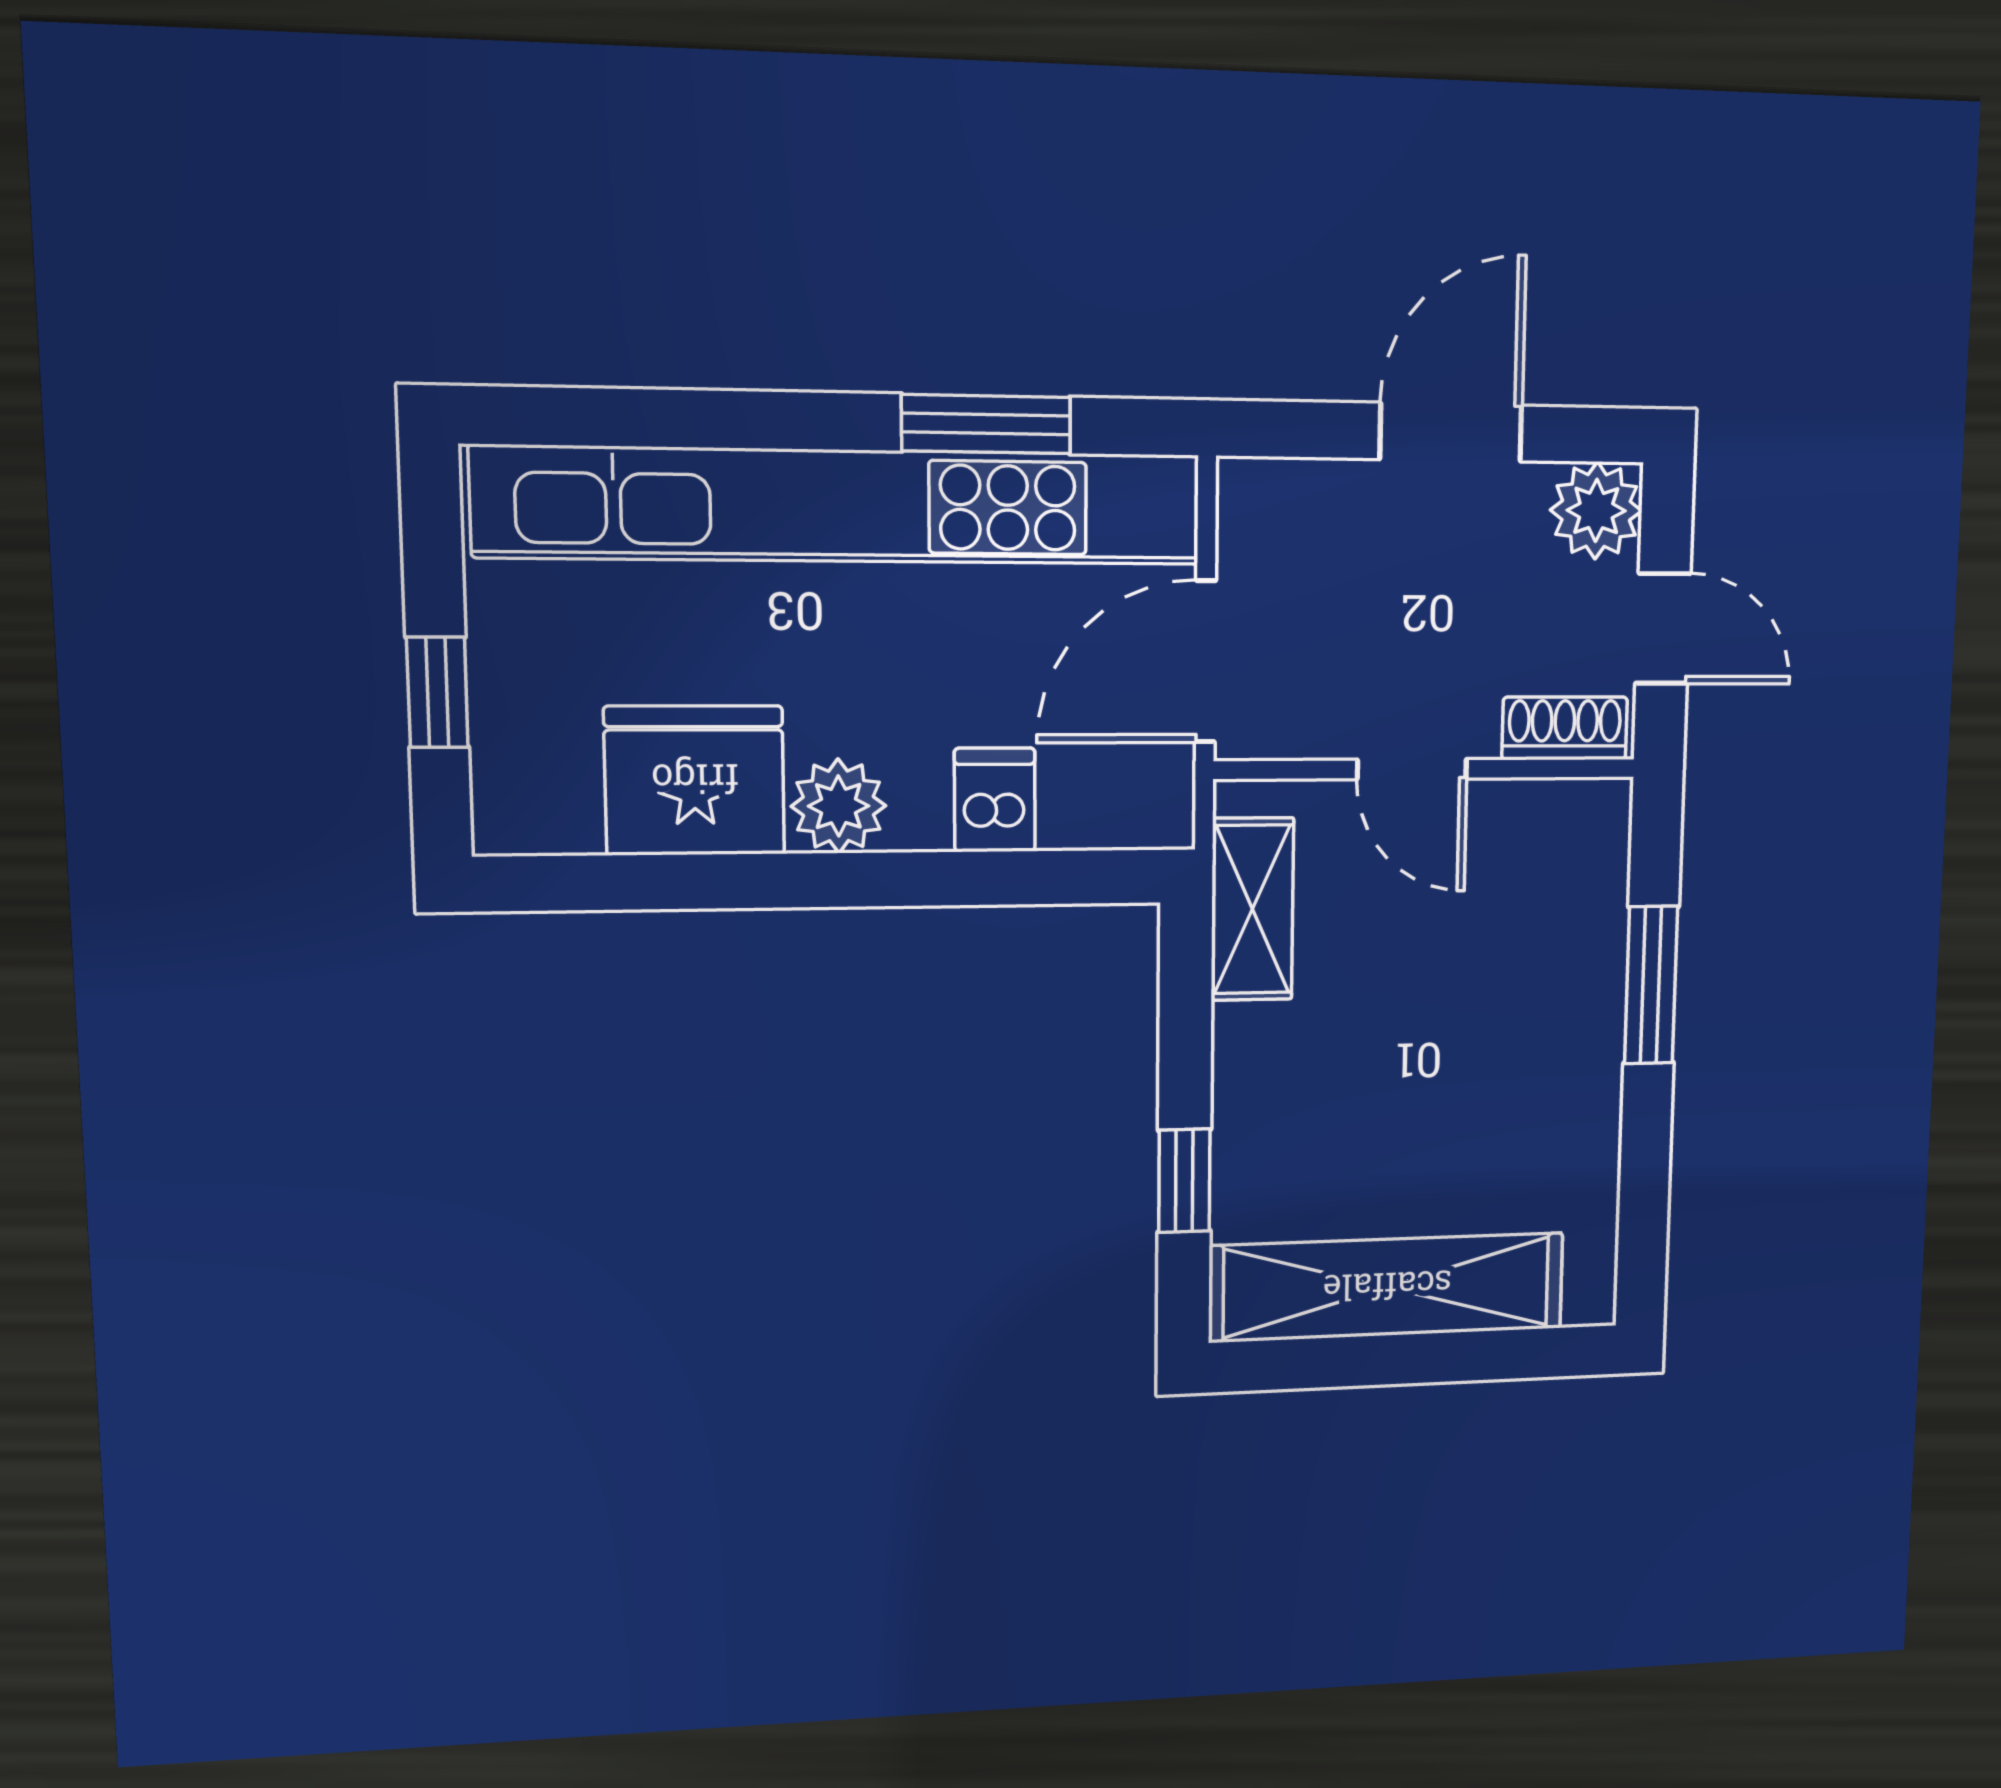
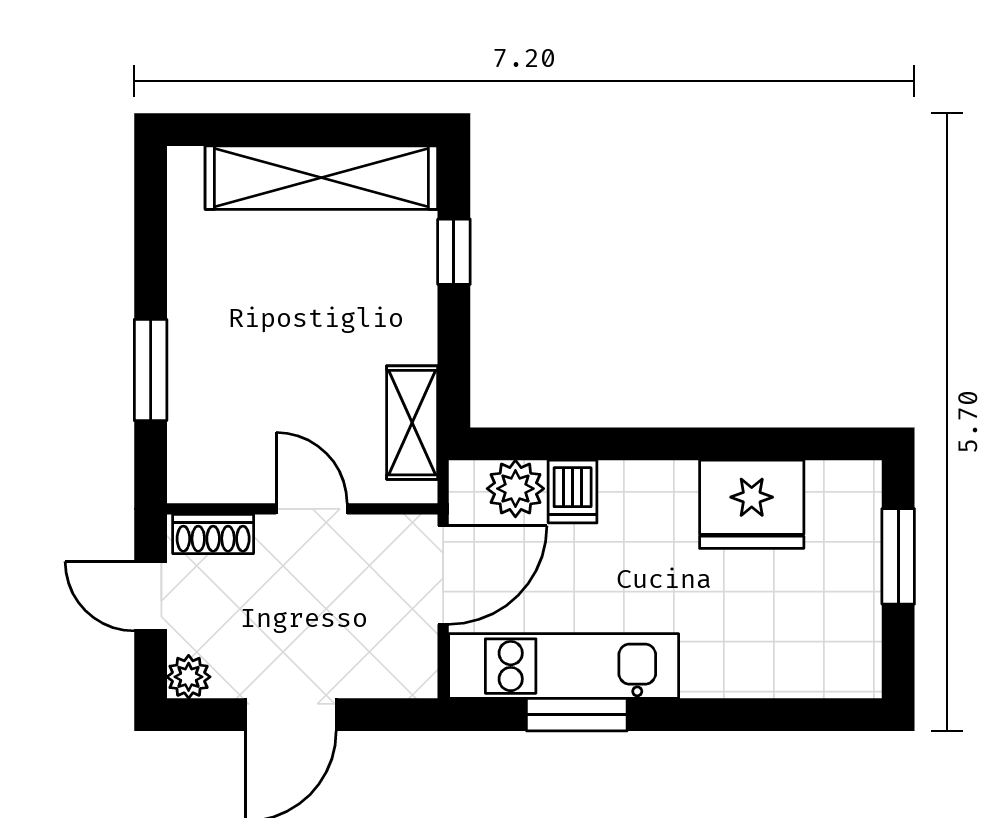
kitchen unit: (842, 506) -> (564, 666), width x0.54
plant: (1596, 510) -> (189, 677), width x0.73, depth x0.73
window: (437, 692) -> (898, 556), width x1.50
plant: (839, 806) -> (515, 489), moved

